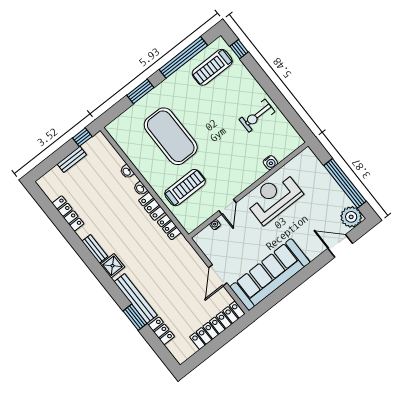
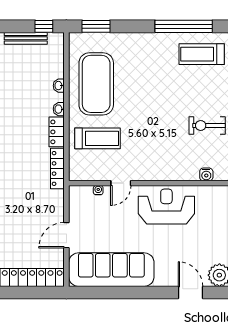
window: (140, 91) -> (96, 26), moved
exercise mat: (171, 136) -> (96, 84), moved
bench: (72, 159) -> (26, 38), width x1.36
water cooler: (270, 163) -> (206, 174), moved
locker: (169, 227) -> (57, 168), width x1.53

